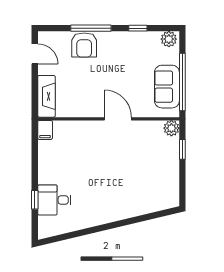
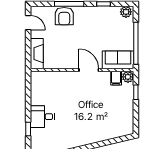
sofa: (167, 87) -> (118, 60), moved, turned 90
filing cabinet: (45, 130) -> (116, 78), moved
desk: (54, 200) -> (42, 117), moved

